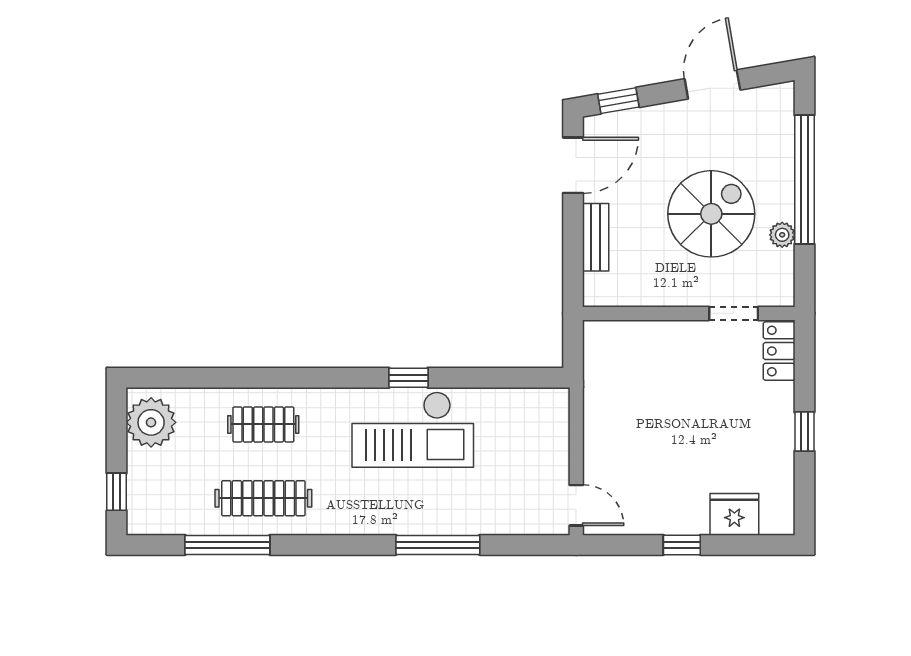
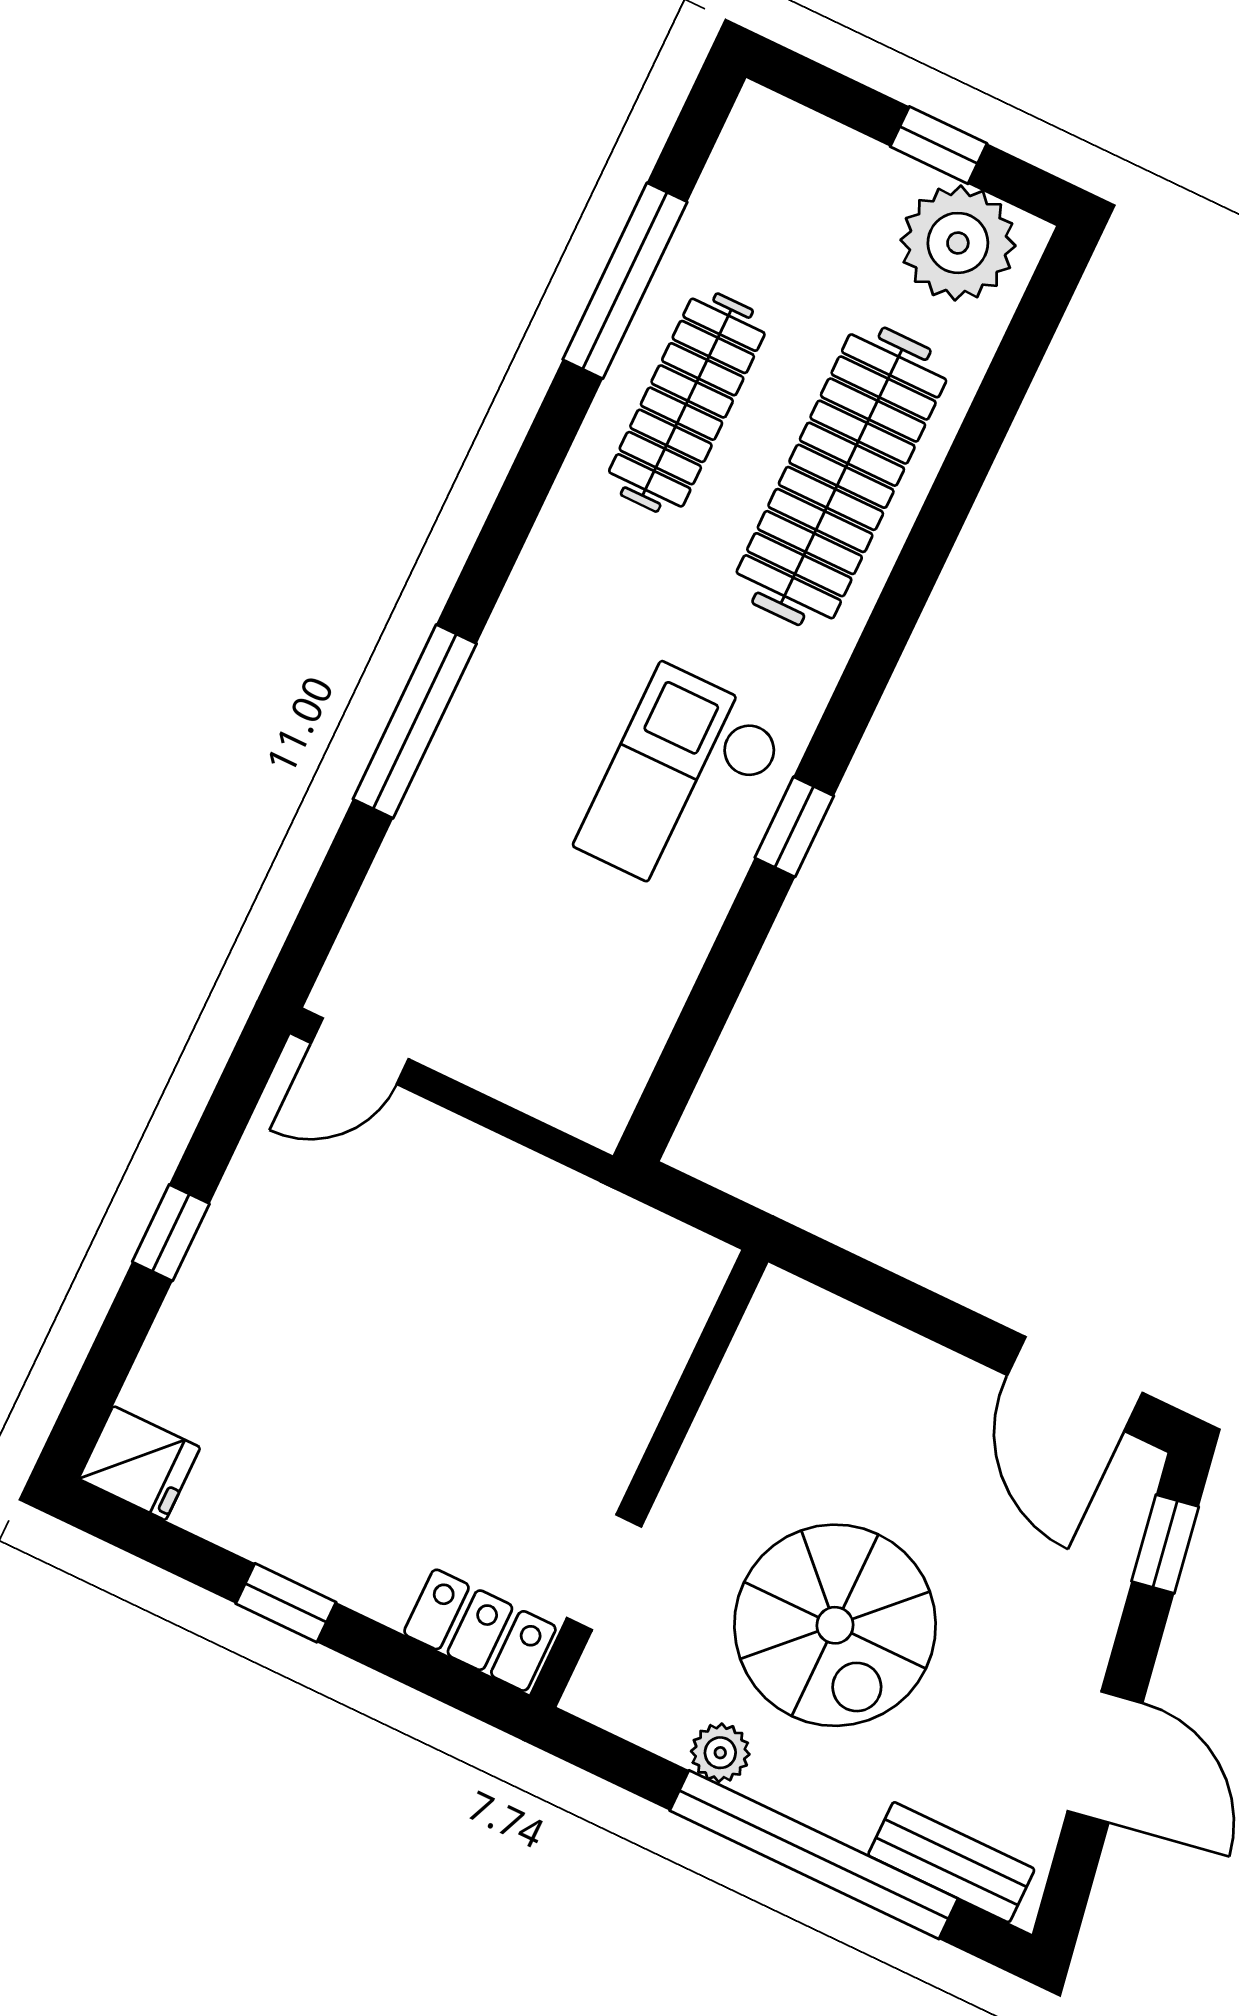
bench: (596, 237) -> (951, 1862), moved
clothes rail: (263, 424) -> (841, 476), width x1.86, depth x1.31
checkout: (413, 429) -> (682, 784), width x0.73, depth x0.83
window: (117, 492) -> (939, 145), moved
fridge: (734, 514) -> (139, 1463), moved, width x0.72

